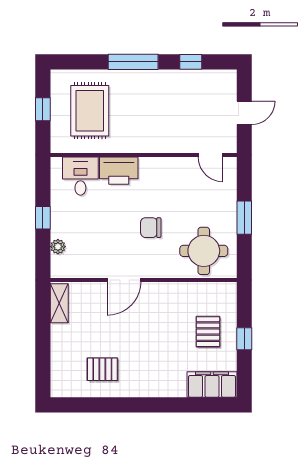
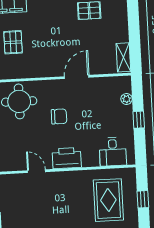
door: (210, 155) -> (36, 171), moved
printer: (119, 171) -> (67, 158), moved

